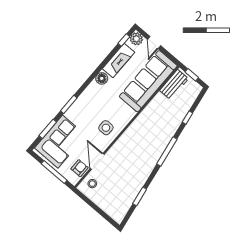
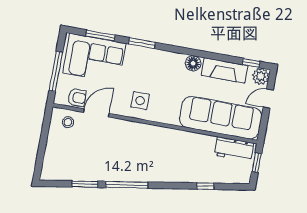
window: (167, 152) -> (127, 185), moved

